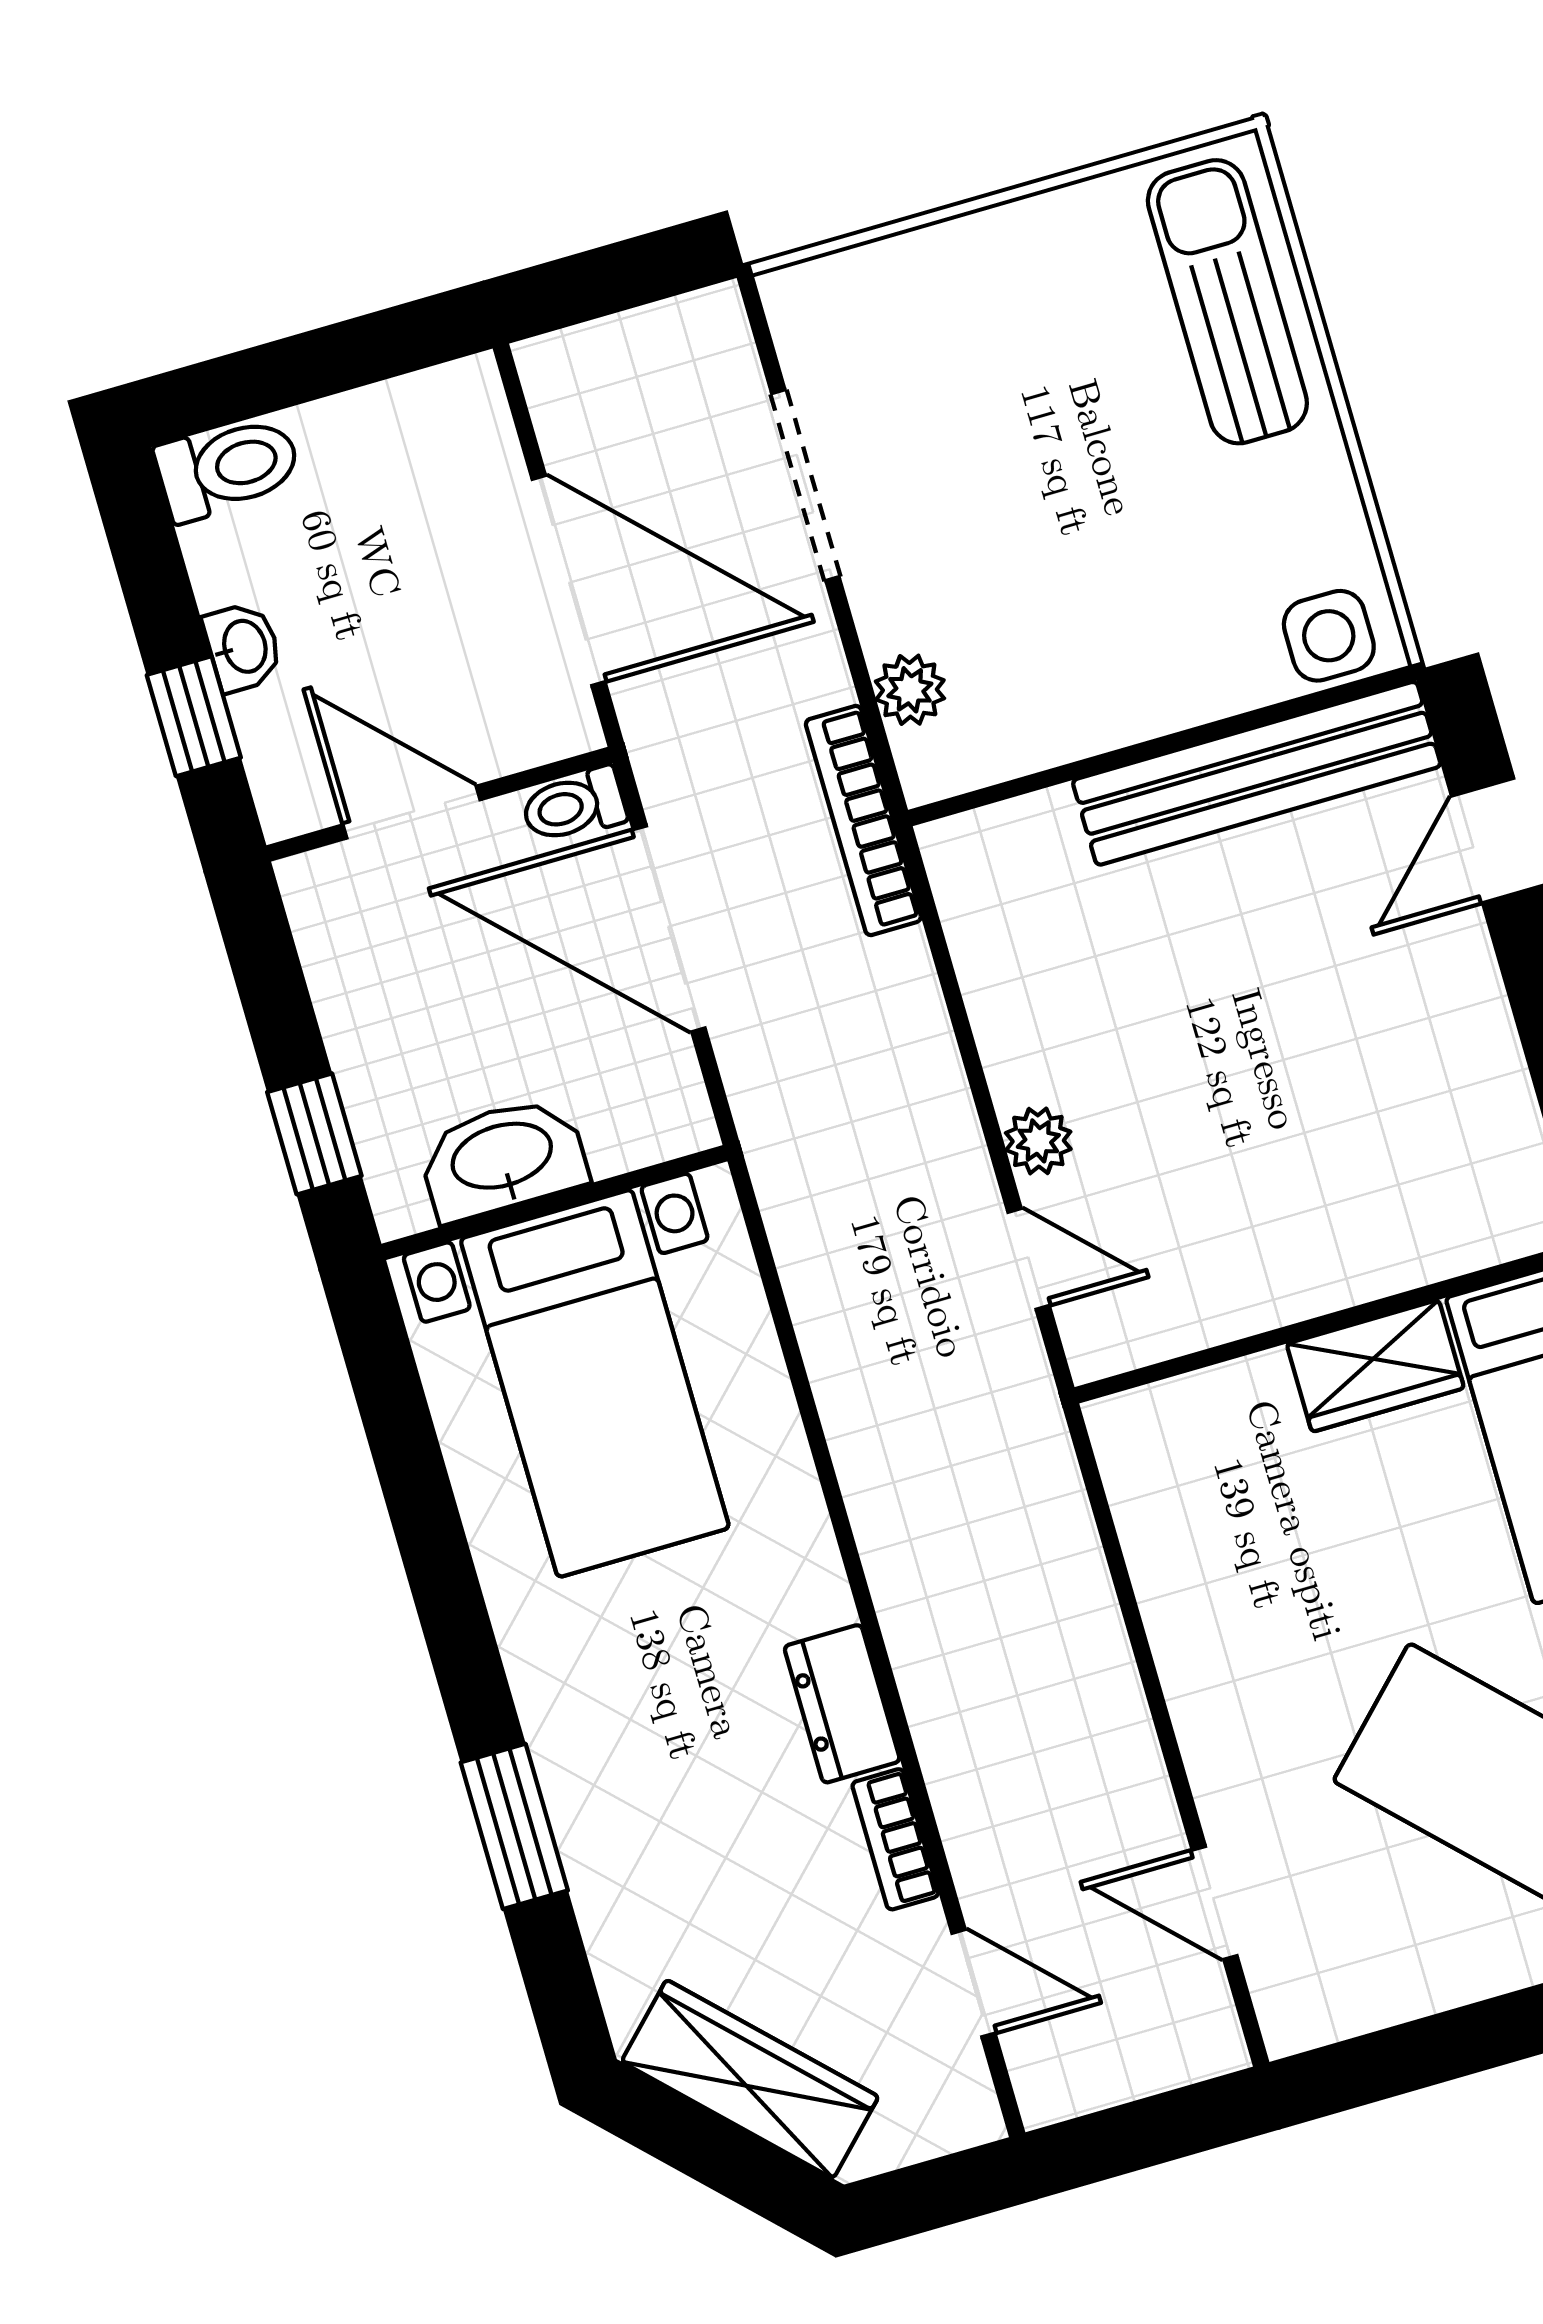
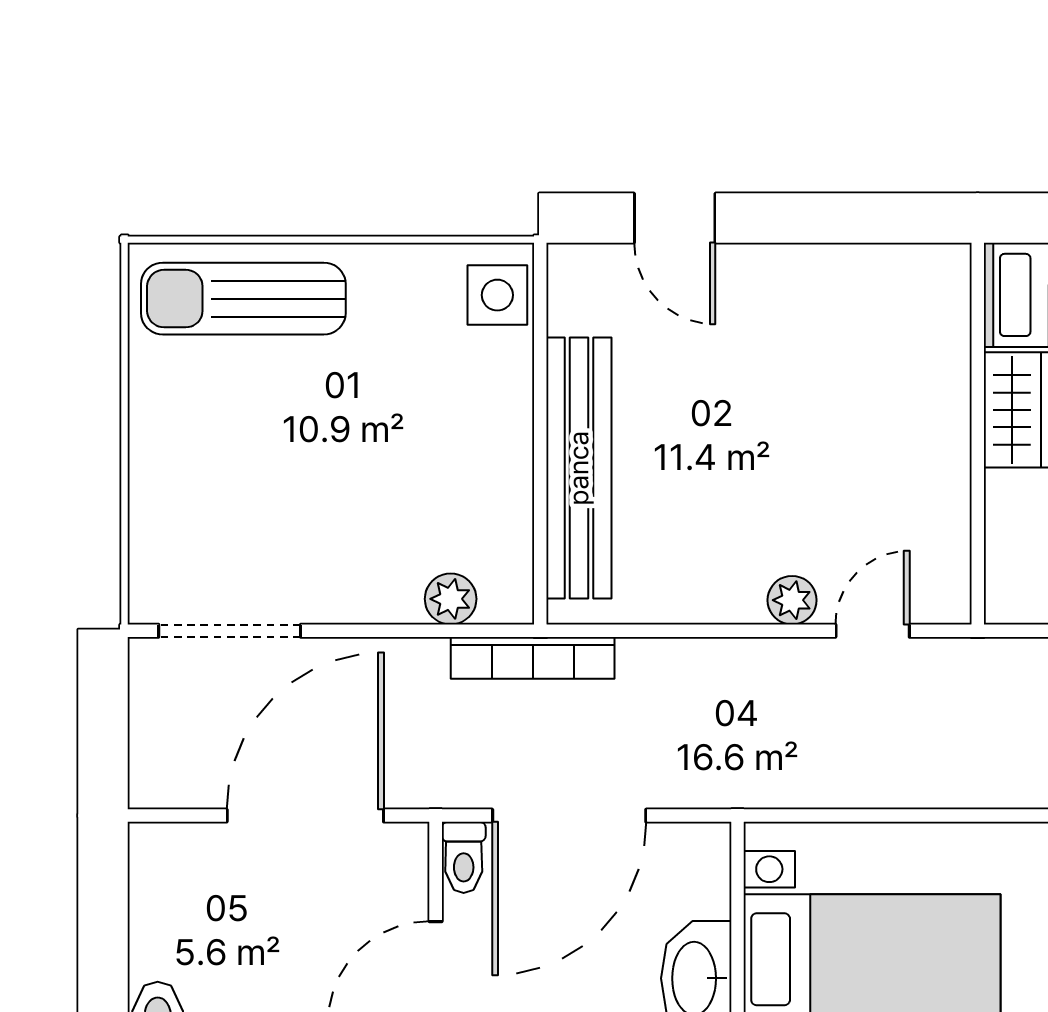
doorway: (805, 485) -> (230, 631), moved
bench: (1257, 773) -> (579, 468), moved

